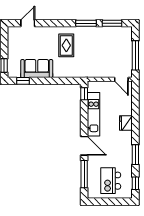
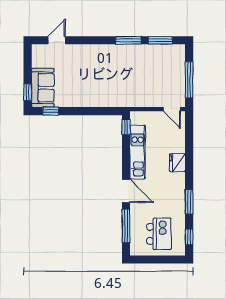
rug: (66, 45) -> (104, 67), removed
sofa: (37, 69) -> (43, 88), moved, turned 90
kitchen island: (111, 181) -> (159, 234), turned 180

